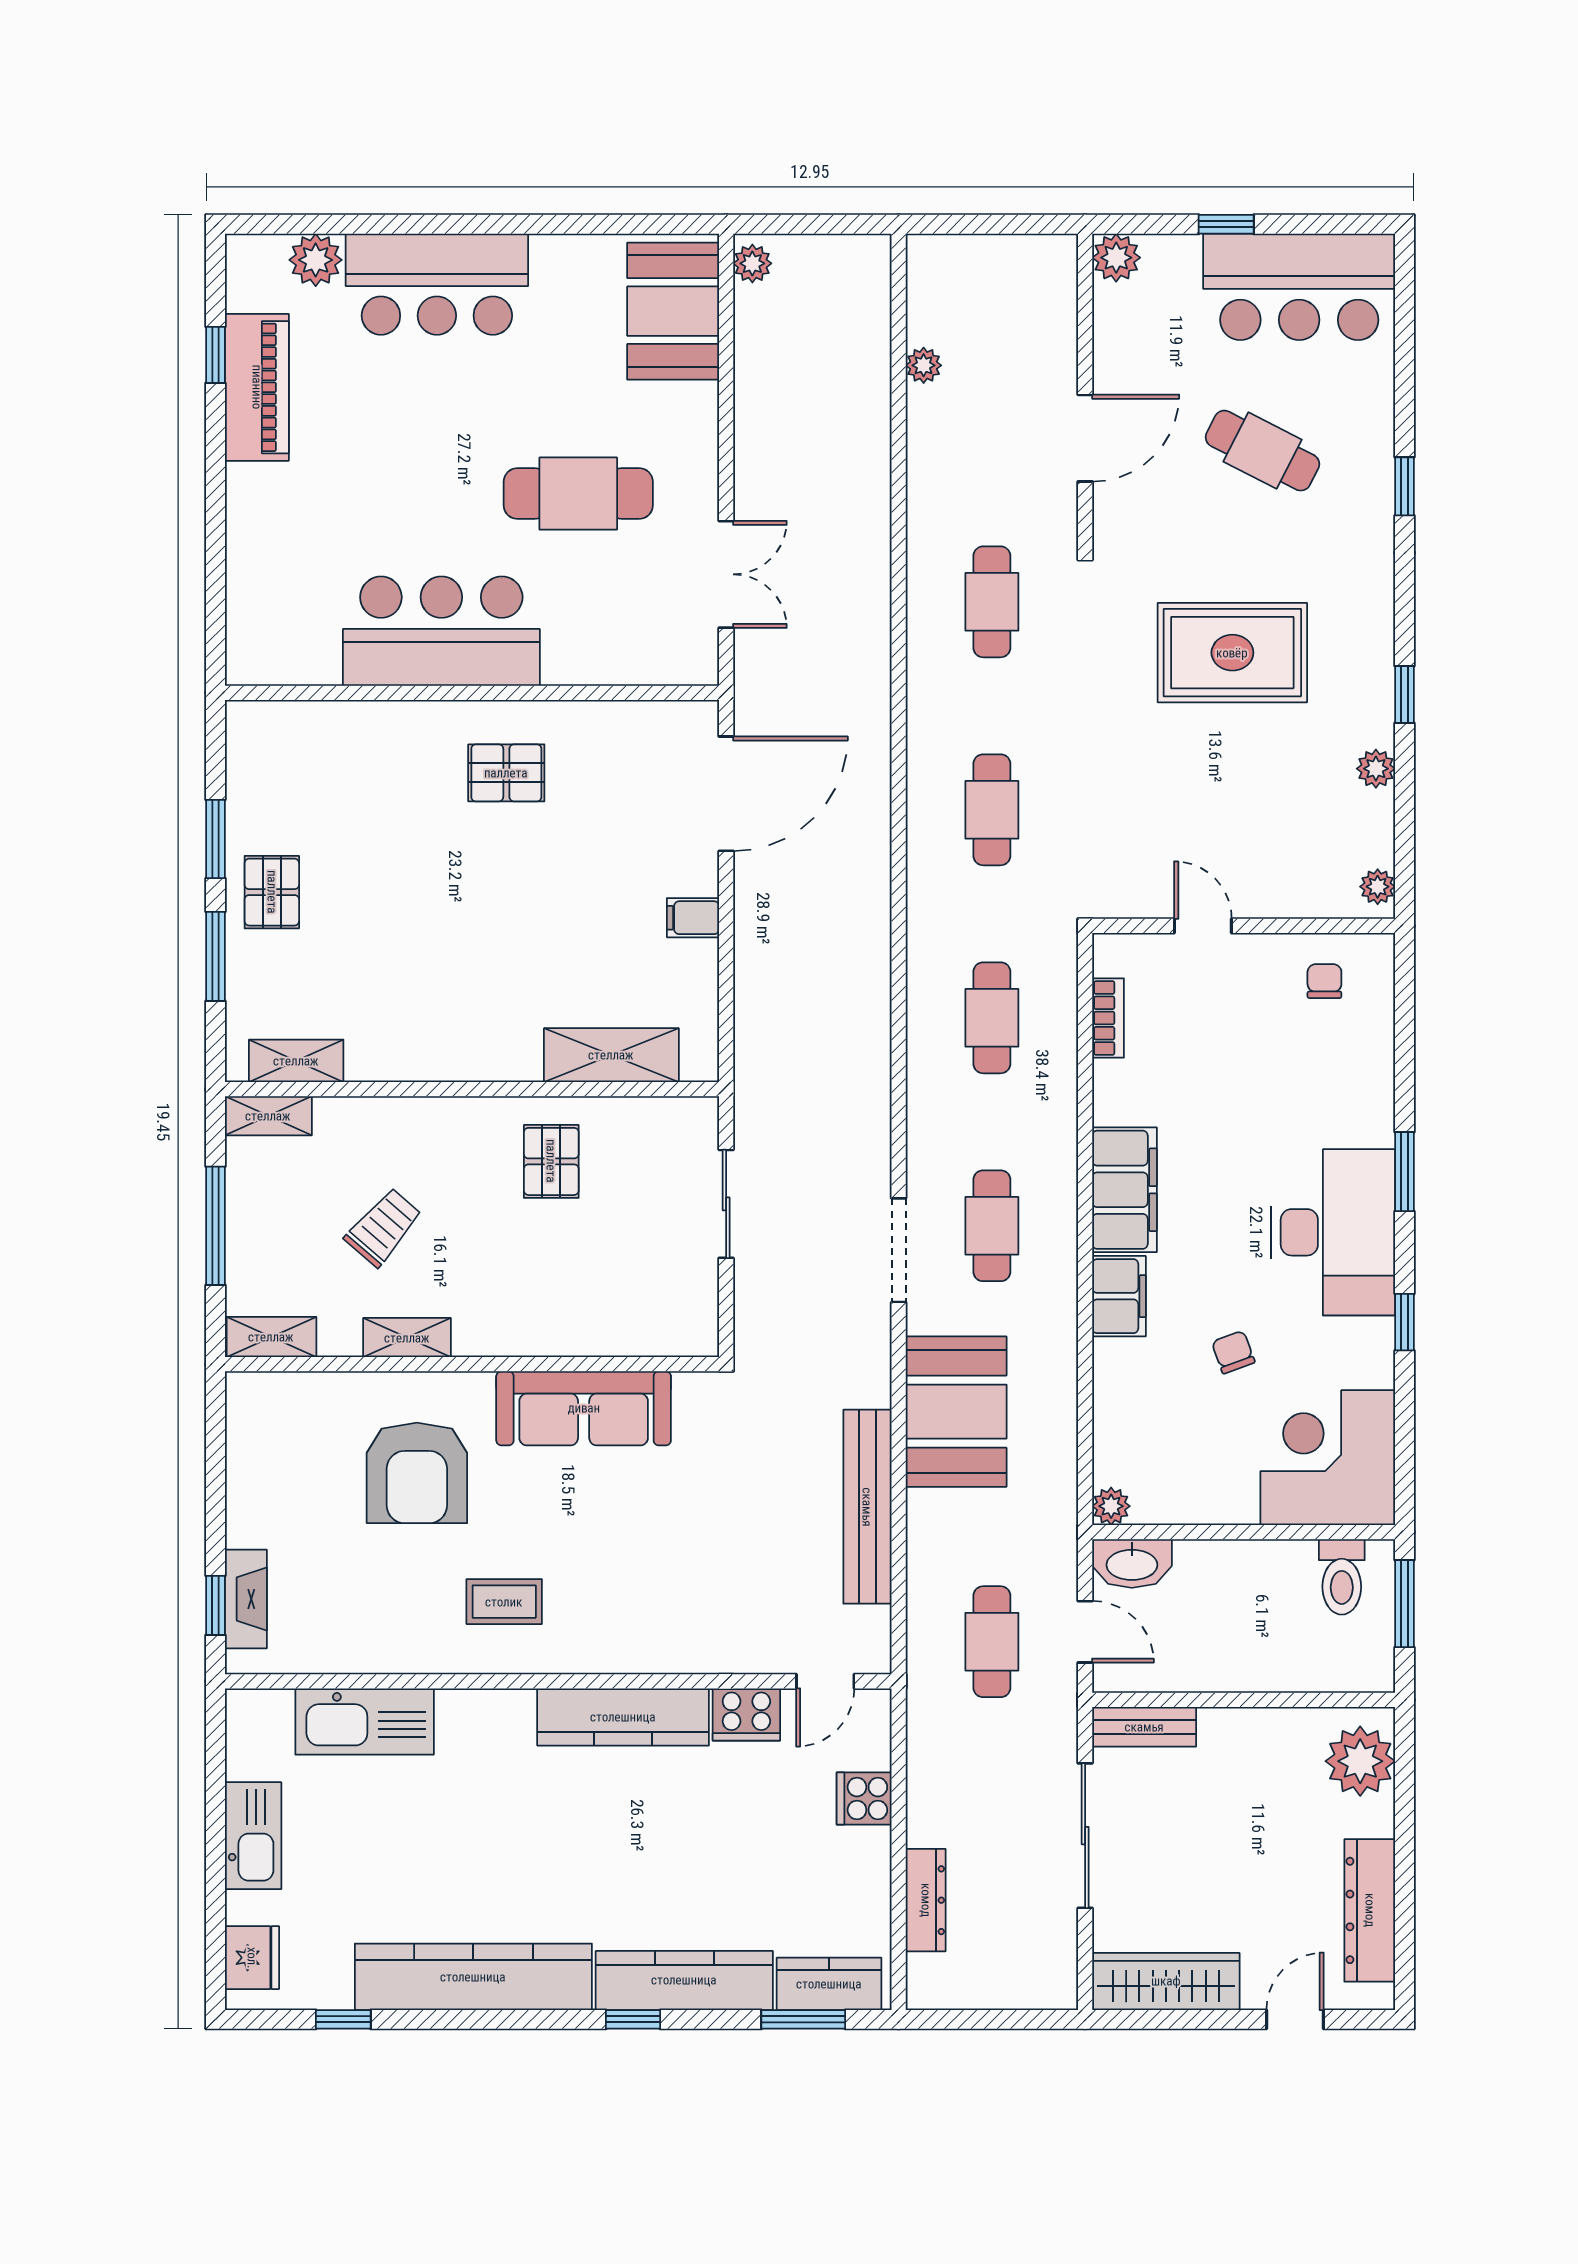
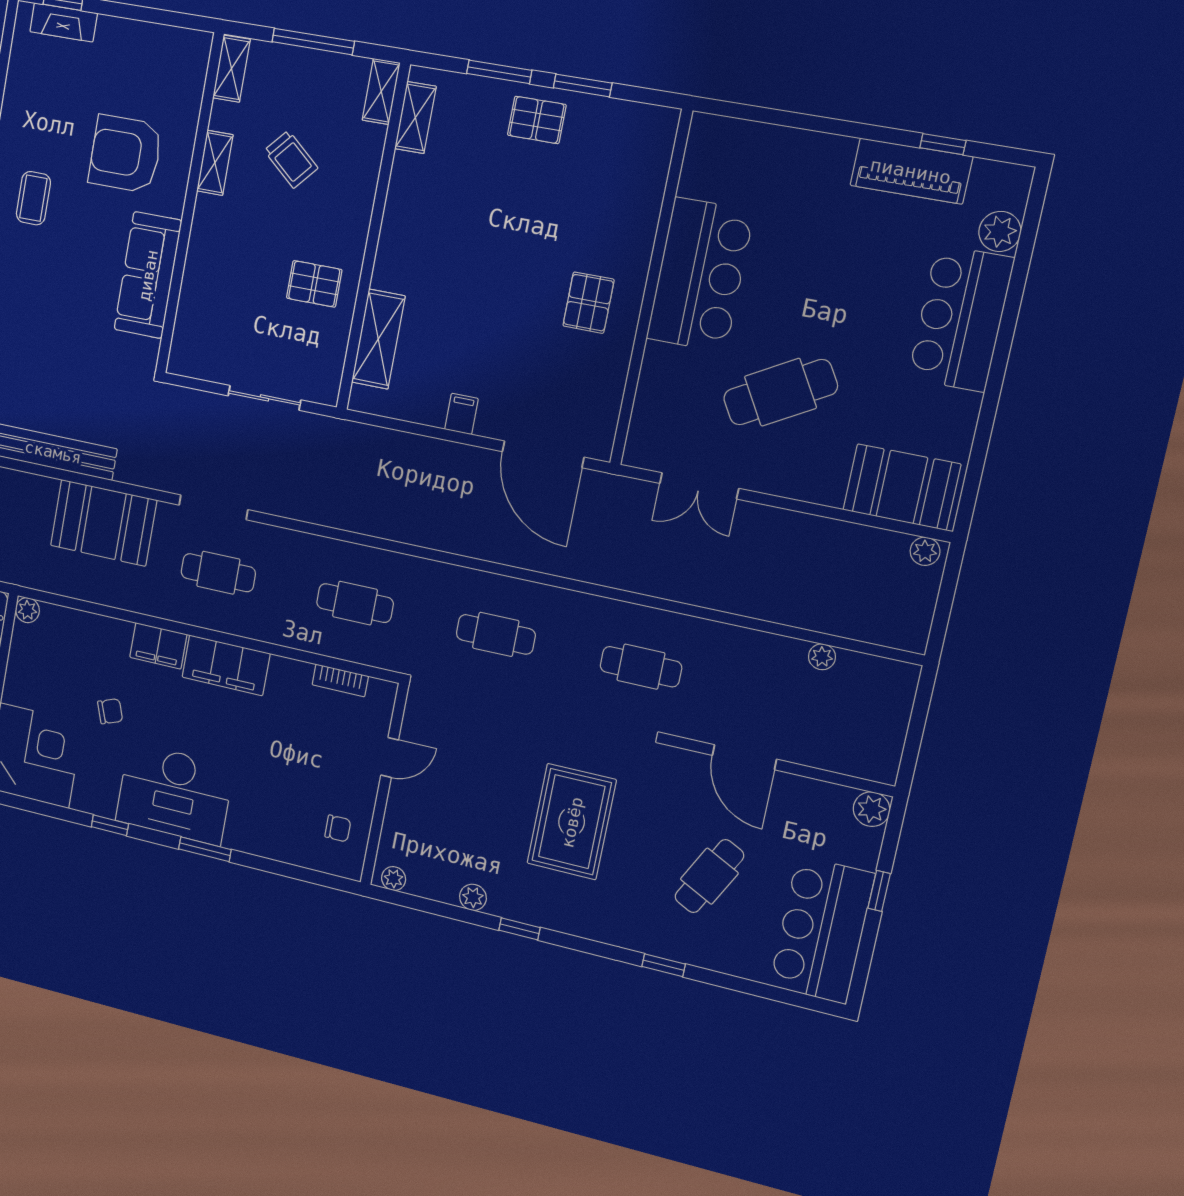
cafe table: (578, 494) -> (780, 392), turned 60

